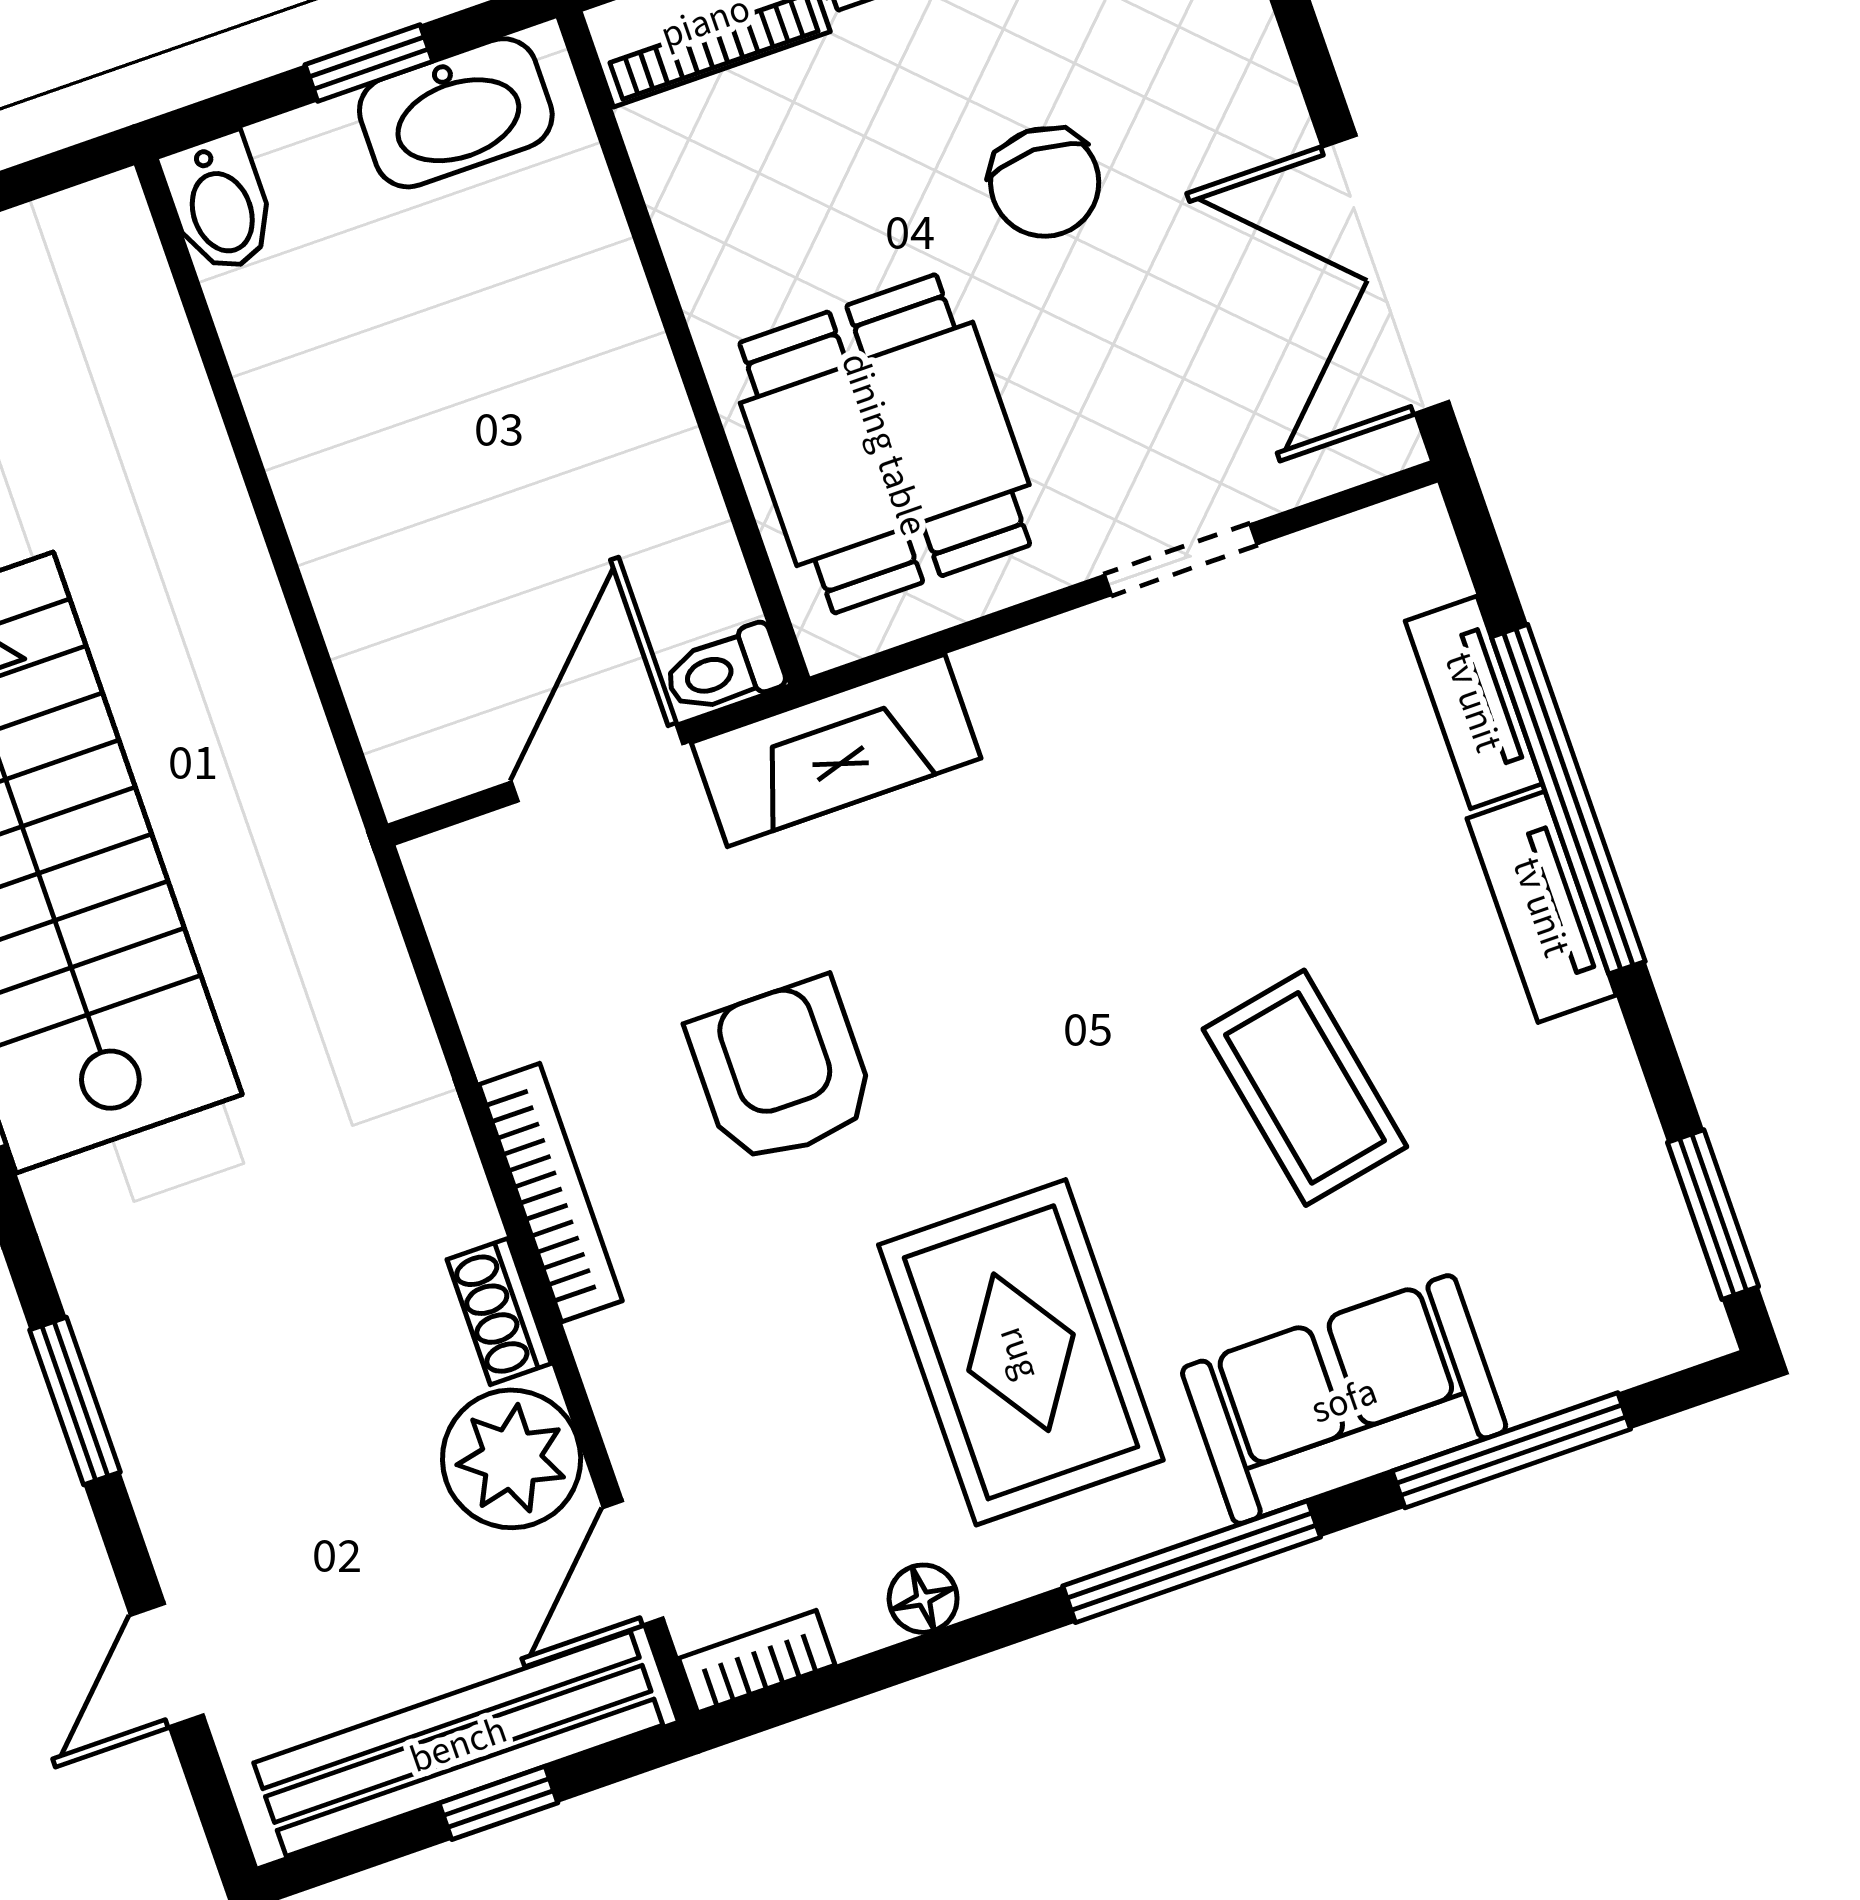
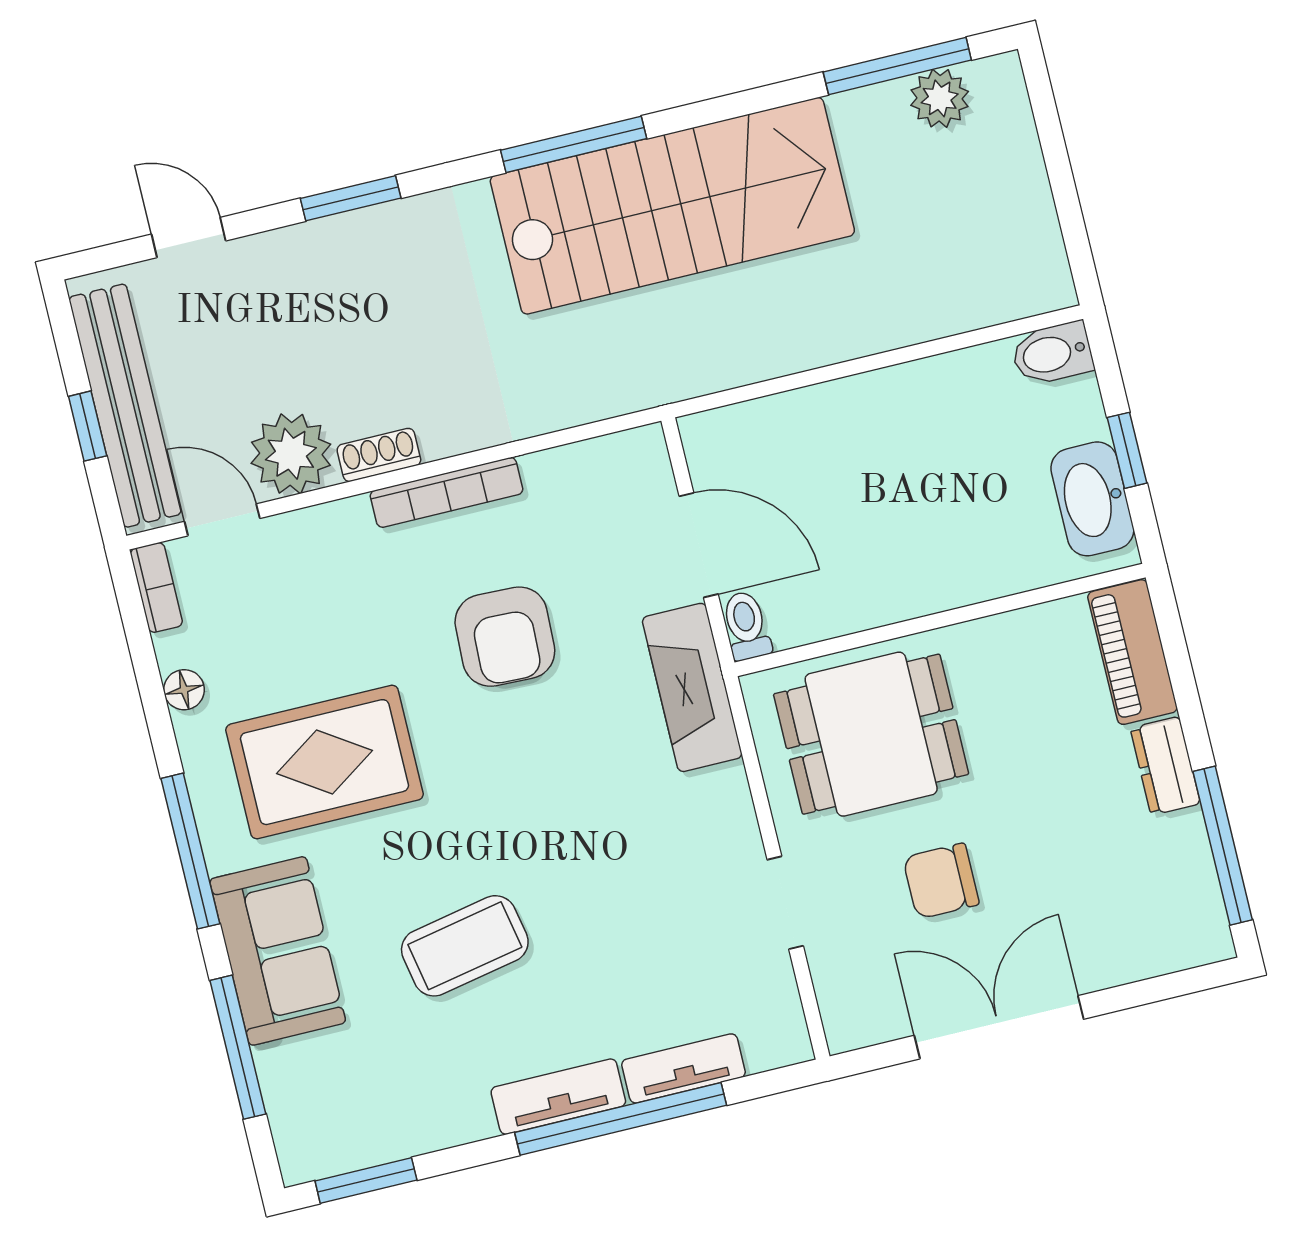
chair: (1045, 182) -> (941, 881), moved
double door: (1386, 274) -> (999, 1027), moved
armchair: (782, 1071) -> (505, 637), turned 92

